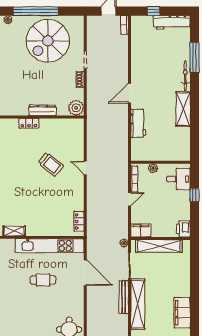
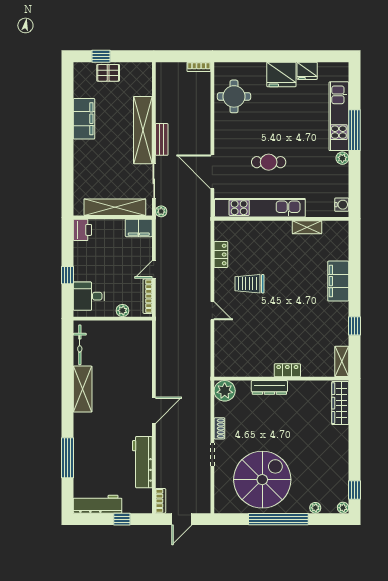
bicycle: (185, 76) -> (80, 345), moved
workbench: (138, 123) -> (142, 462), moved, width x1.38
trolley: (51, 164) -> (250, 284), moved, turned -39
locker: (79, 221) -> (221, 255), moved
bench: (124, 297) -> (162, 139), width x0.73

